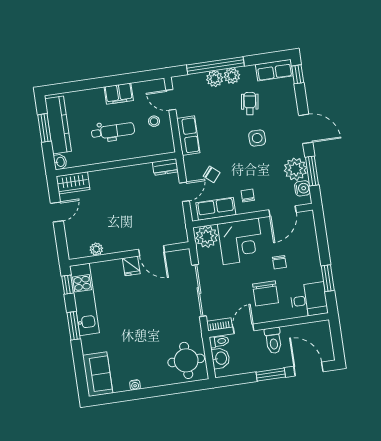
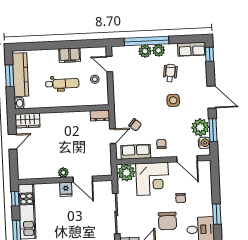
row of seats: (188, 136) -> (120, 93), removed
door: (283, 211) -> (187, 159), hinge flipped
plant: (96, 249) -> (63, 173), moved

